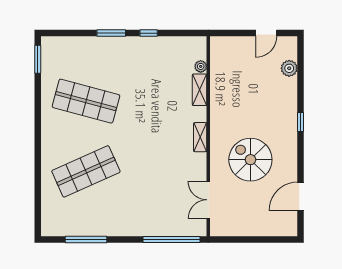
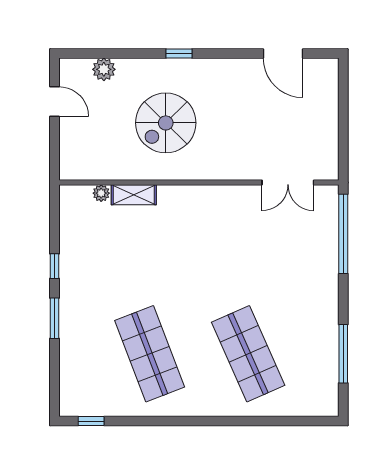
window: (38, 59) -> (91, 421), width x0.67
shop shelf: (86, 101) -> (150, 354), turned -36
shelving: (200, 137) -> (200, 194), removed
spiral stairs: (250, 160) -> (166, 123), moved

